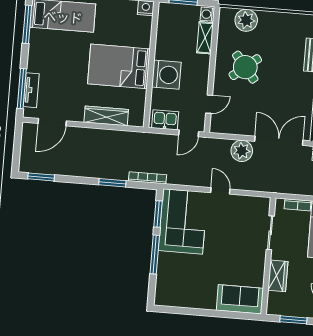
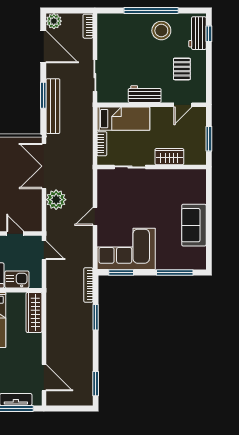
wardrobe: (106, 116) -> (34, 312), moved
kitchen sink: (165, 120) -> (17, 279), moved, turned 90
window: (155, 255) -> (175, 272), moved
sofa: (240, 299) -> (194, 225), moved

